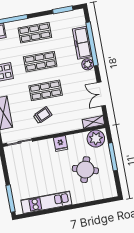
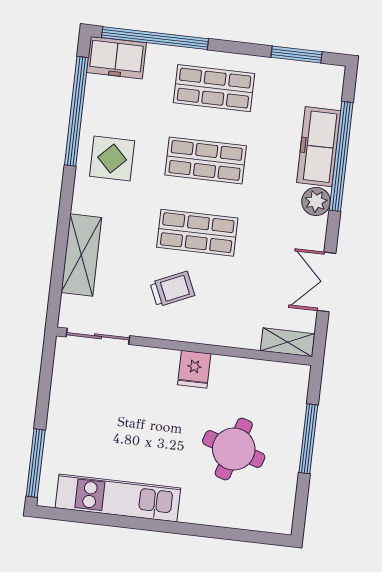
plant: (96, 139) -> (281, 383), removed

